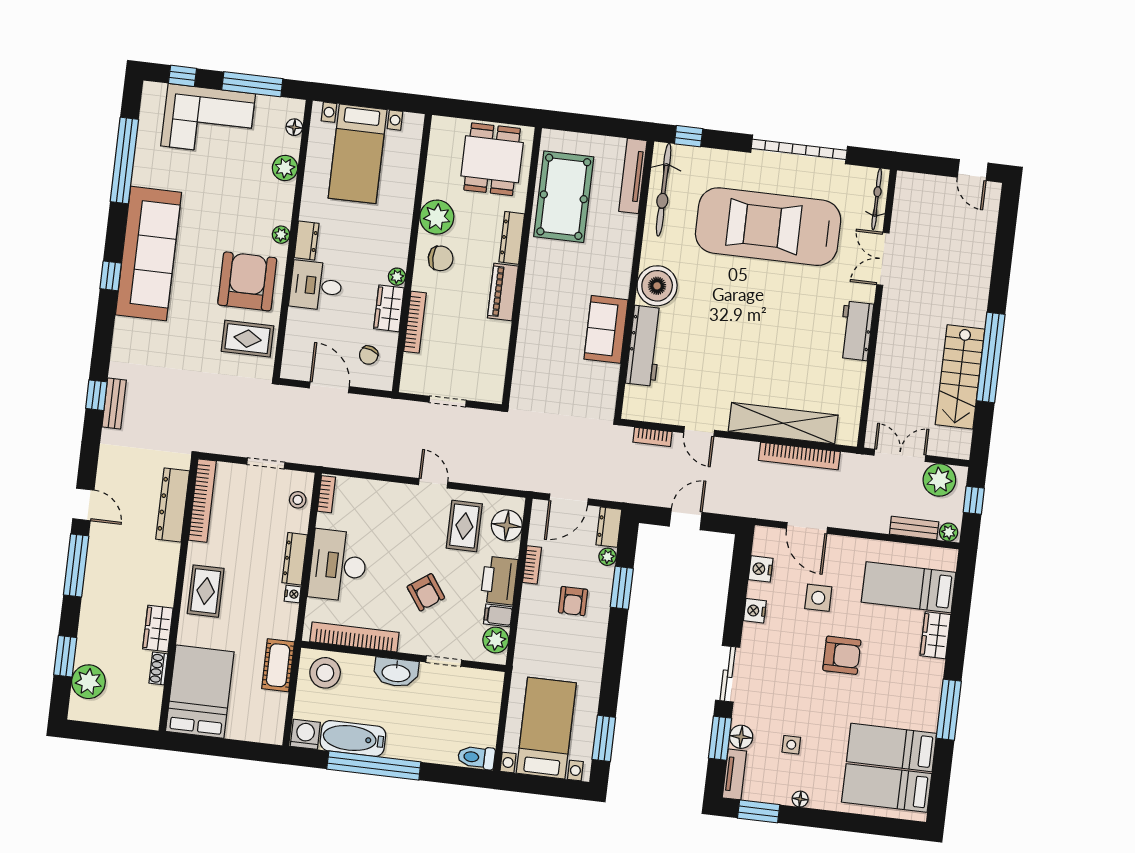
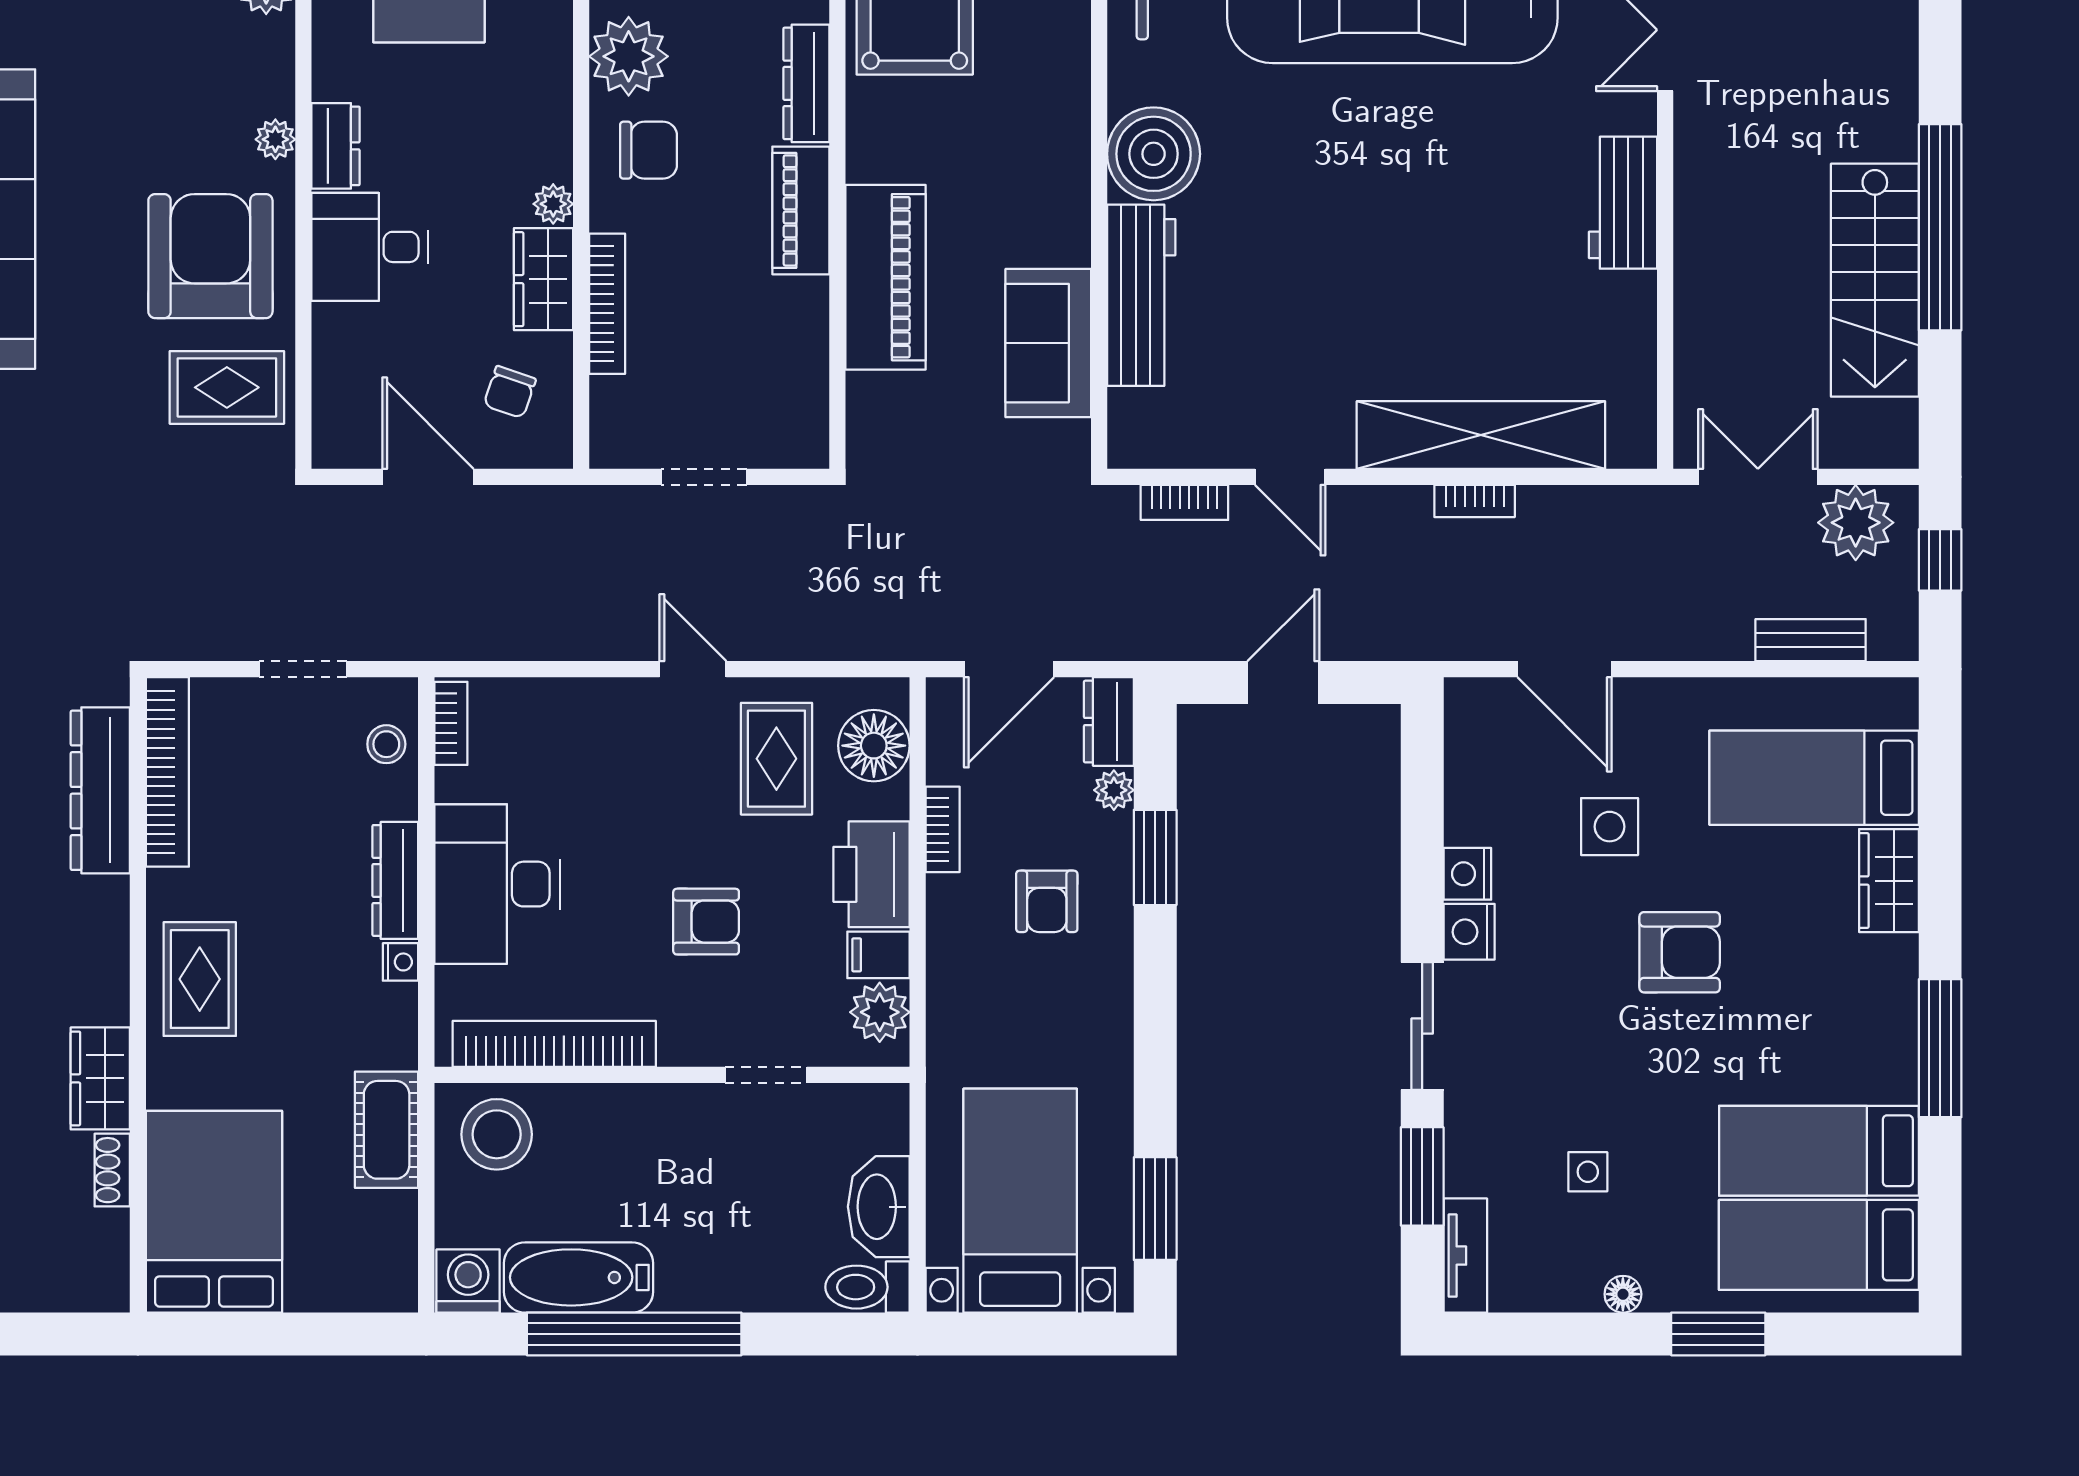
piano: (536, 325) -> (886, 277), added
sofa: (606, 329) -> (1048, 343), moved
bookcase: (799, 456) -> (1475, 501), width x0.43, depth x0.76
plant: (949, 532) -> (1891, 640), removed
nightstand: (761, 569) -> (1469, 932), moved
armchair: (426, 592) -> (706, 922), turned -55
washbasin: (396, 672) -> (879, 1207), moved, turned 90
floor lamp: (741, 737) -> (1470, 1167), removed
window: (759, 811) -> (1718, 1334), moved

